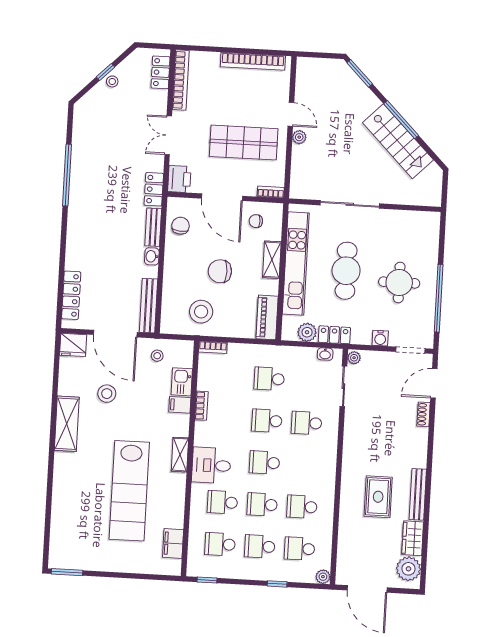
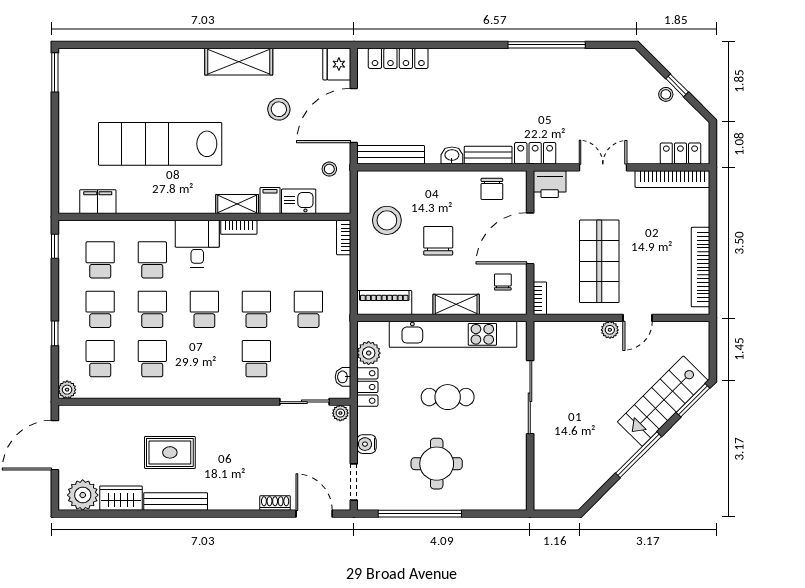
stairs: (398, 141) -> (663, 401), moved
chair: (181, 226) -> (492, 189), turned 85
cafe table: (346, 271) -> (448, 397), width x0.73, depth x0.74
bookcase: (201, 406) -> (239, 227), moved
shelving: (180, 455) -> (237, 204), moved

